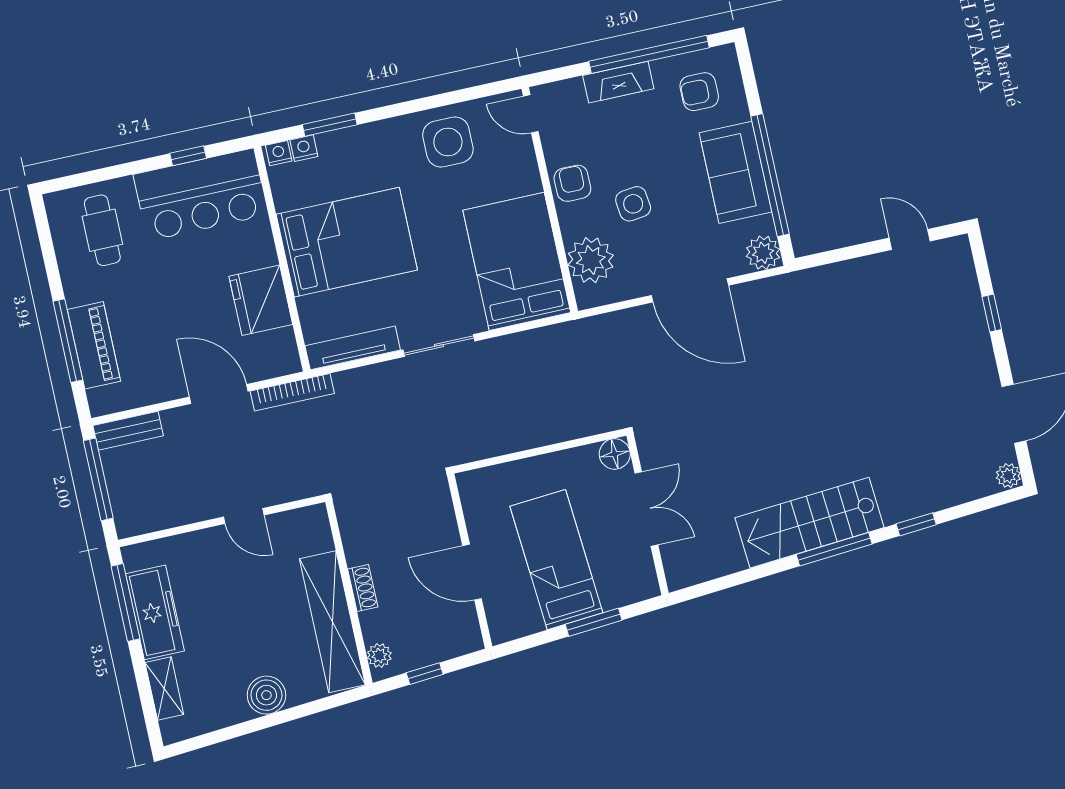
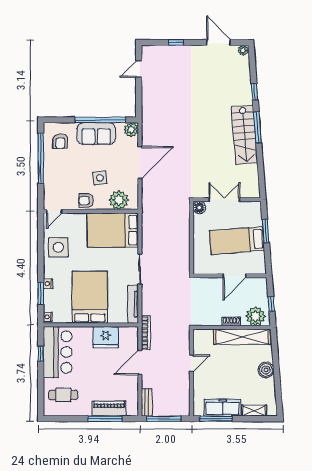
fireplace: (618, 82) -> (49, 173), removed
nightstand: (304, 148) -> (48, 284), moved
plant: (379, 655) -> (255, 316), width x1.88, depth x1.88

